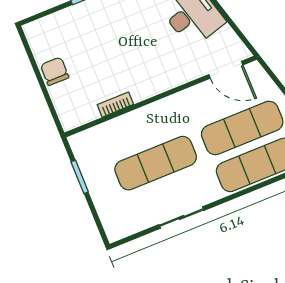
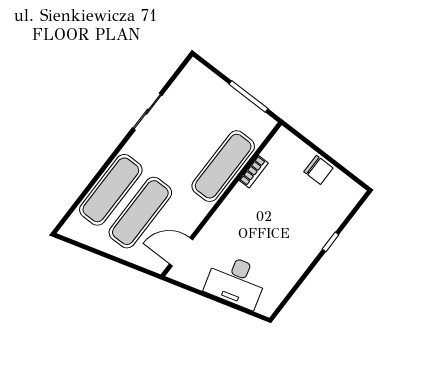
exercise mat: (156, 163) -> (223, 166), moved
window: (80, 177) -> (248, 96), width x1.44

